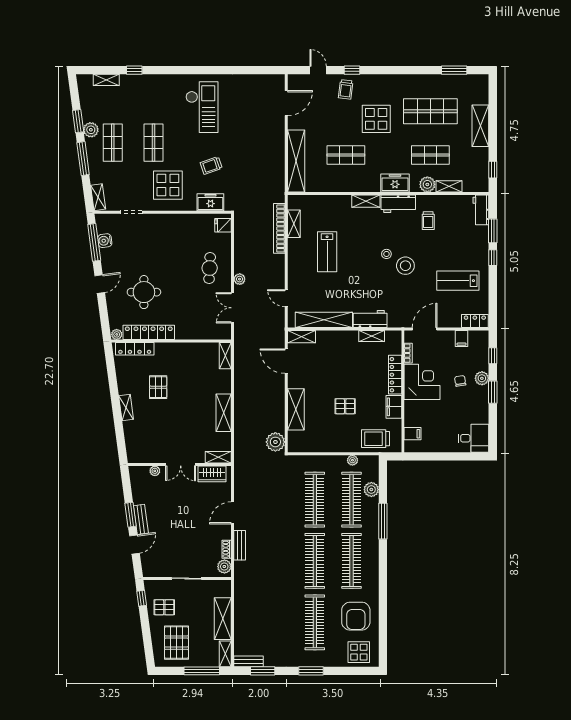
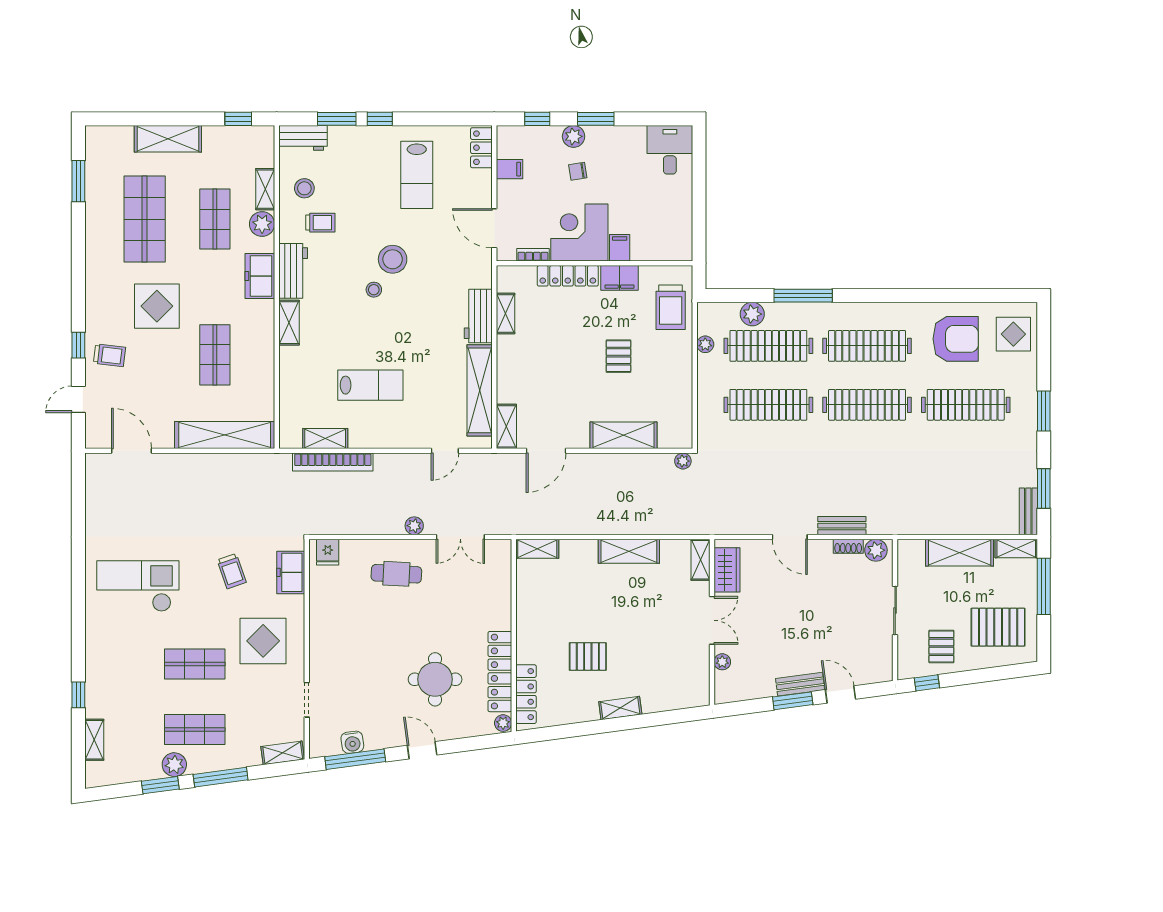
stool: (450, 211) -> (304, 188), added
filing cabinet: (413, 434) -> (620, 248), moved
plant: (275, 442) -> (683, 461), width x0.53, depth x0.53

